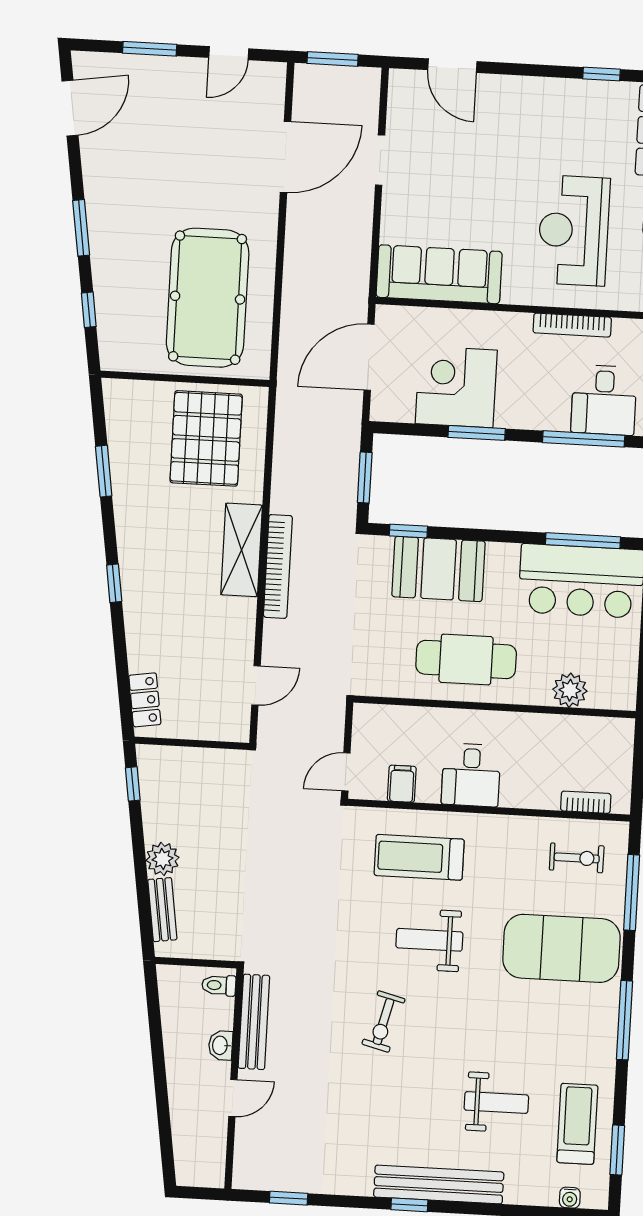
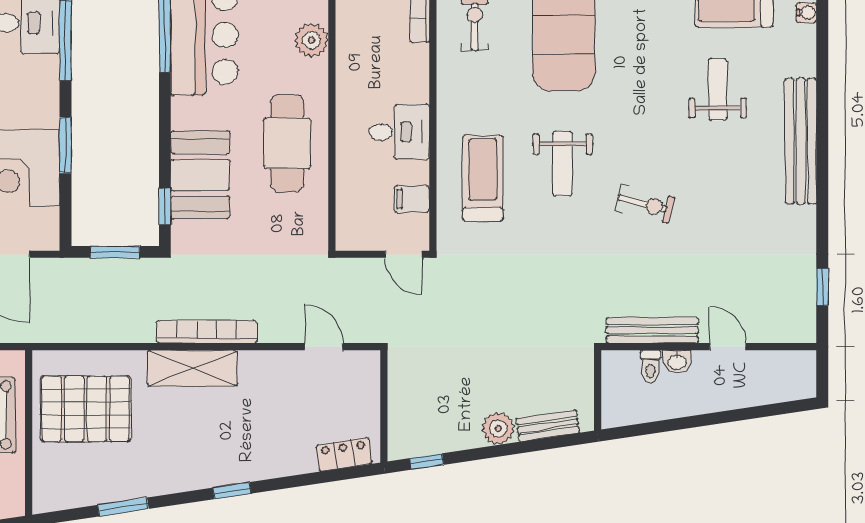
treadmill: (419, 857) -> (483, 178), turned 180
toilet: (219, 985) -> (650, 367), moved
window: (409, 1205) -> (822, 169), removed

